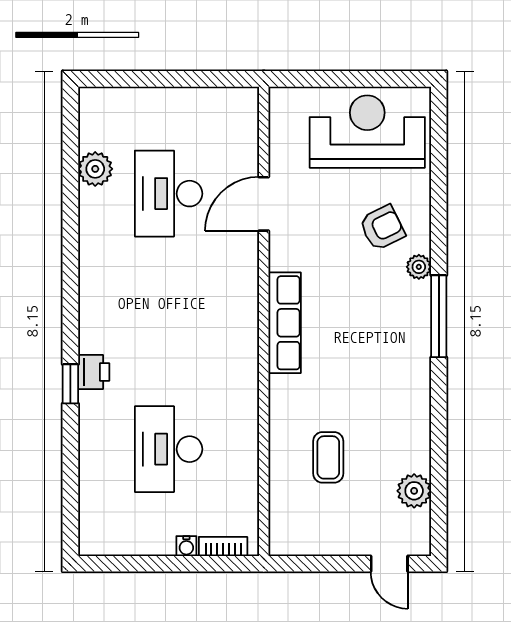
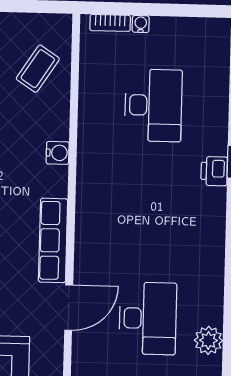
row of seats: (285, 323) -> (53, 240), moved
water cooler: (282, 389) -> (58, 153), added
coffee table: (328, 457) -> (38, 69), moved, turned 33

